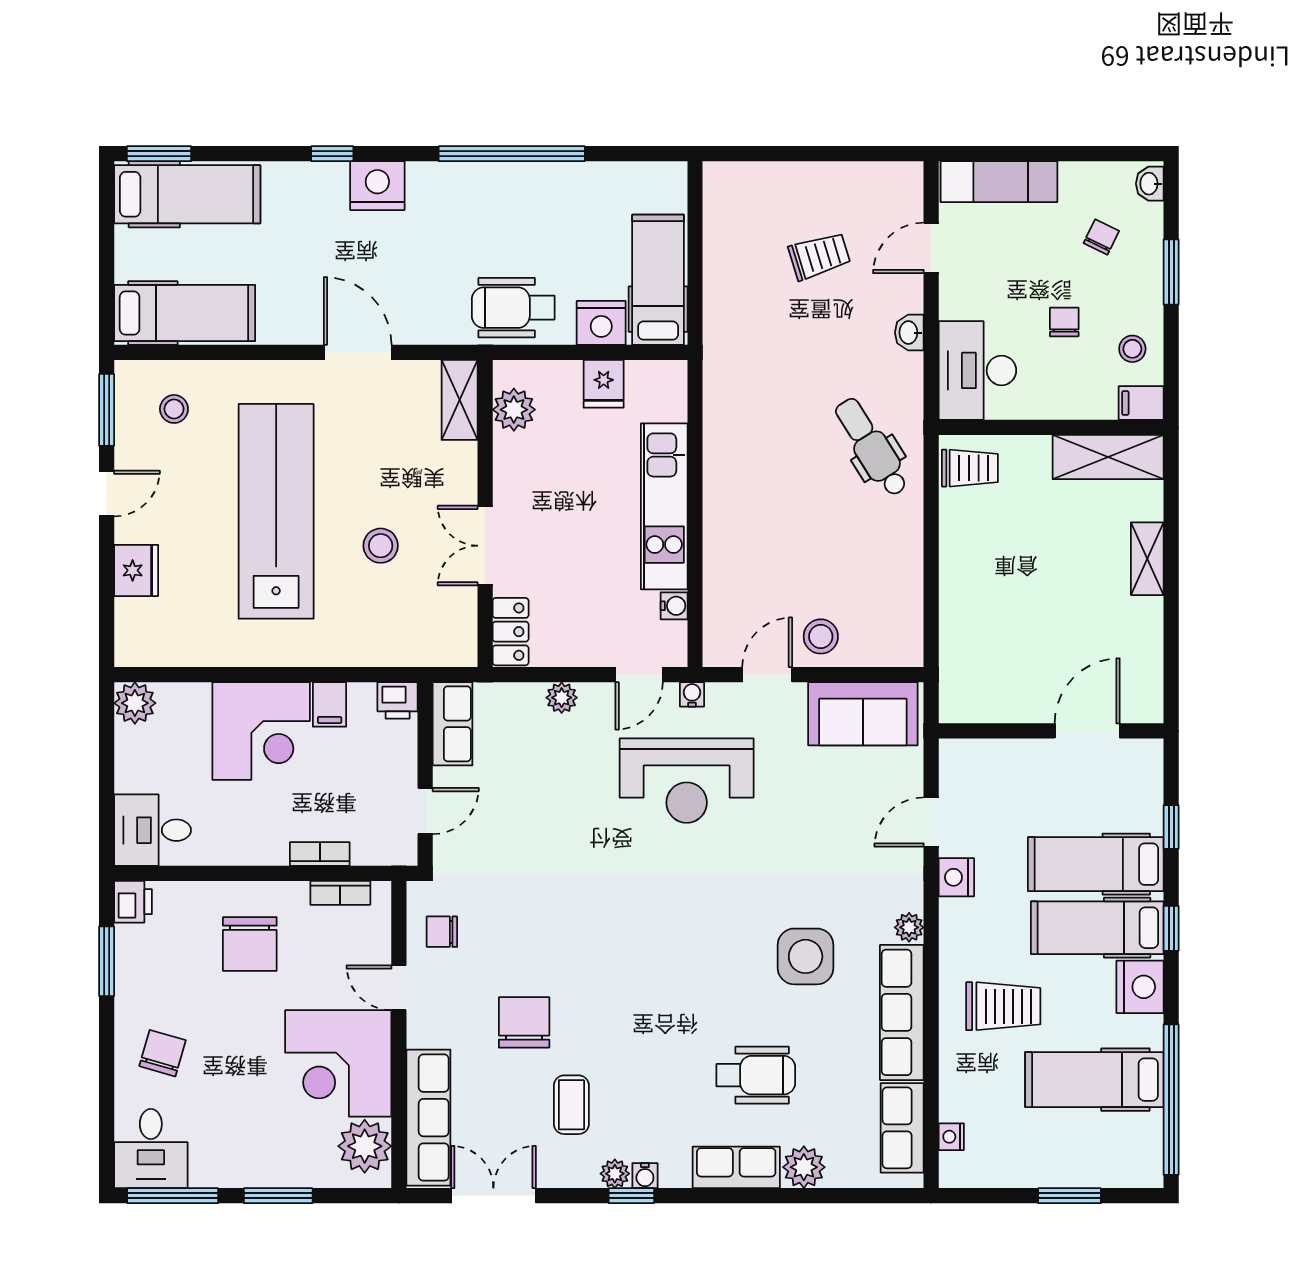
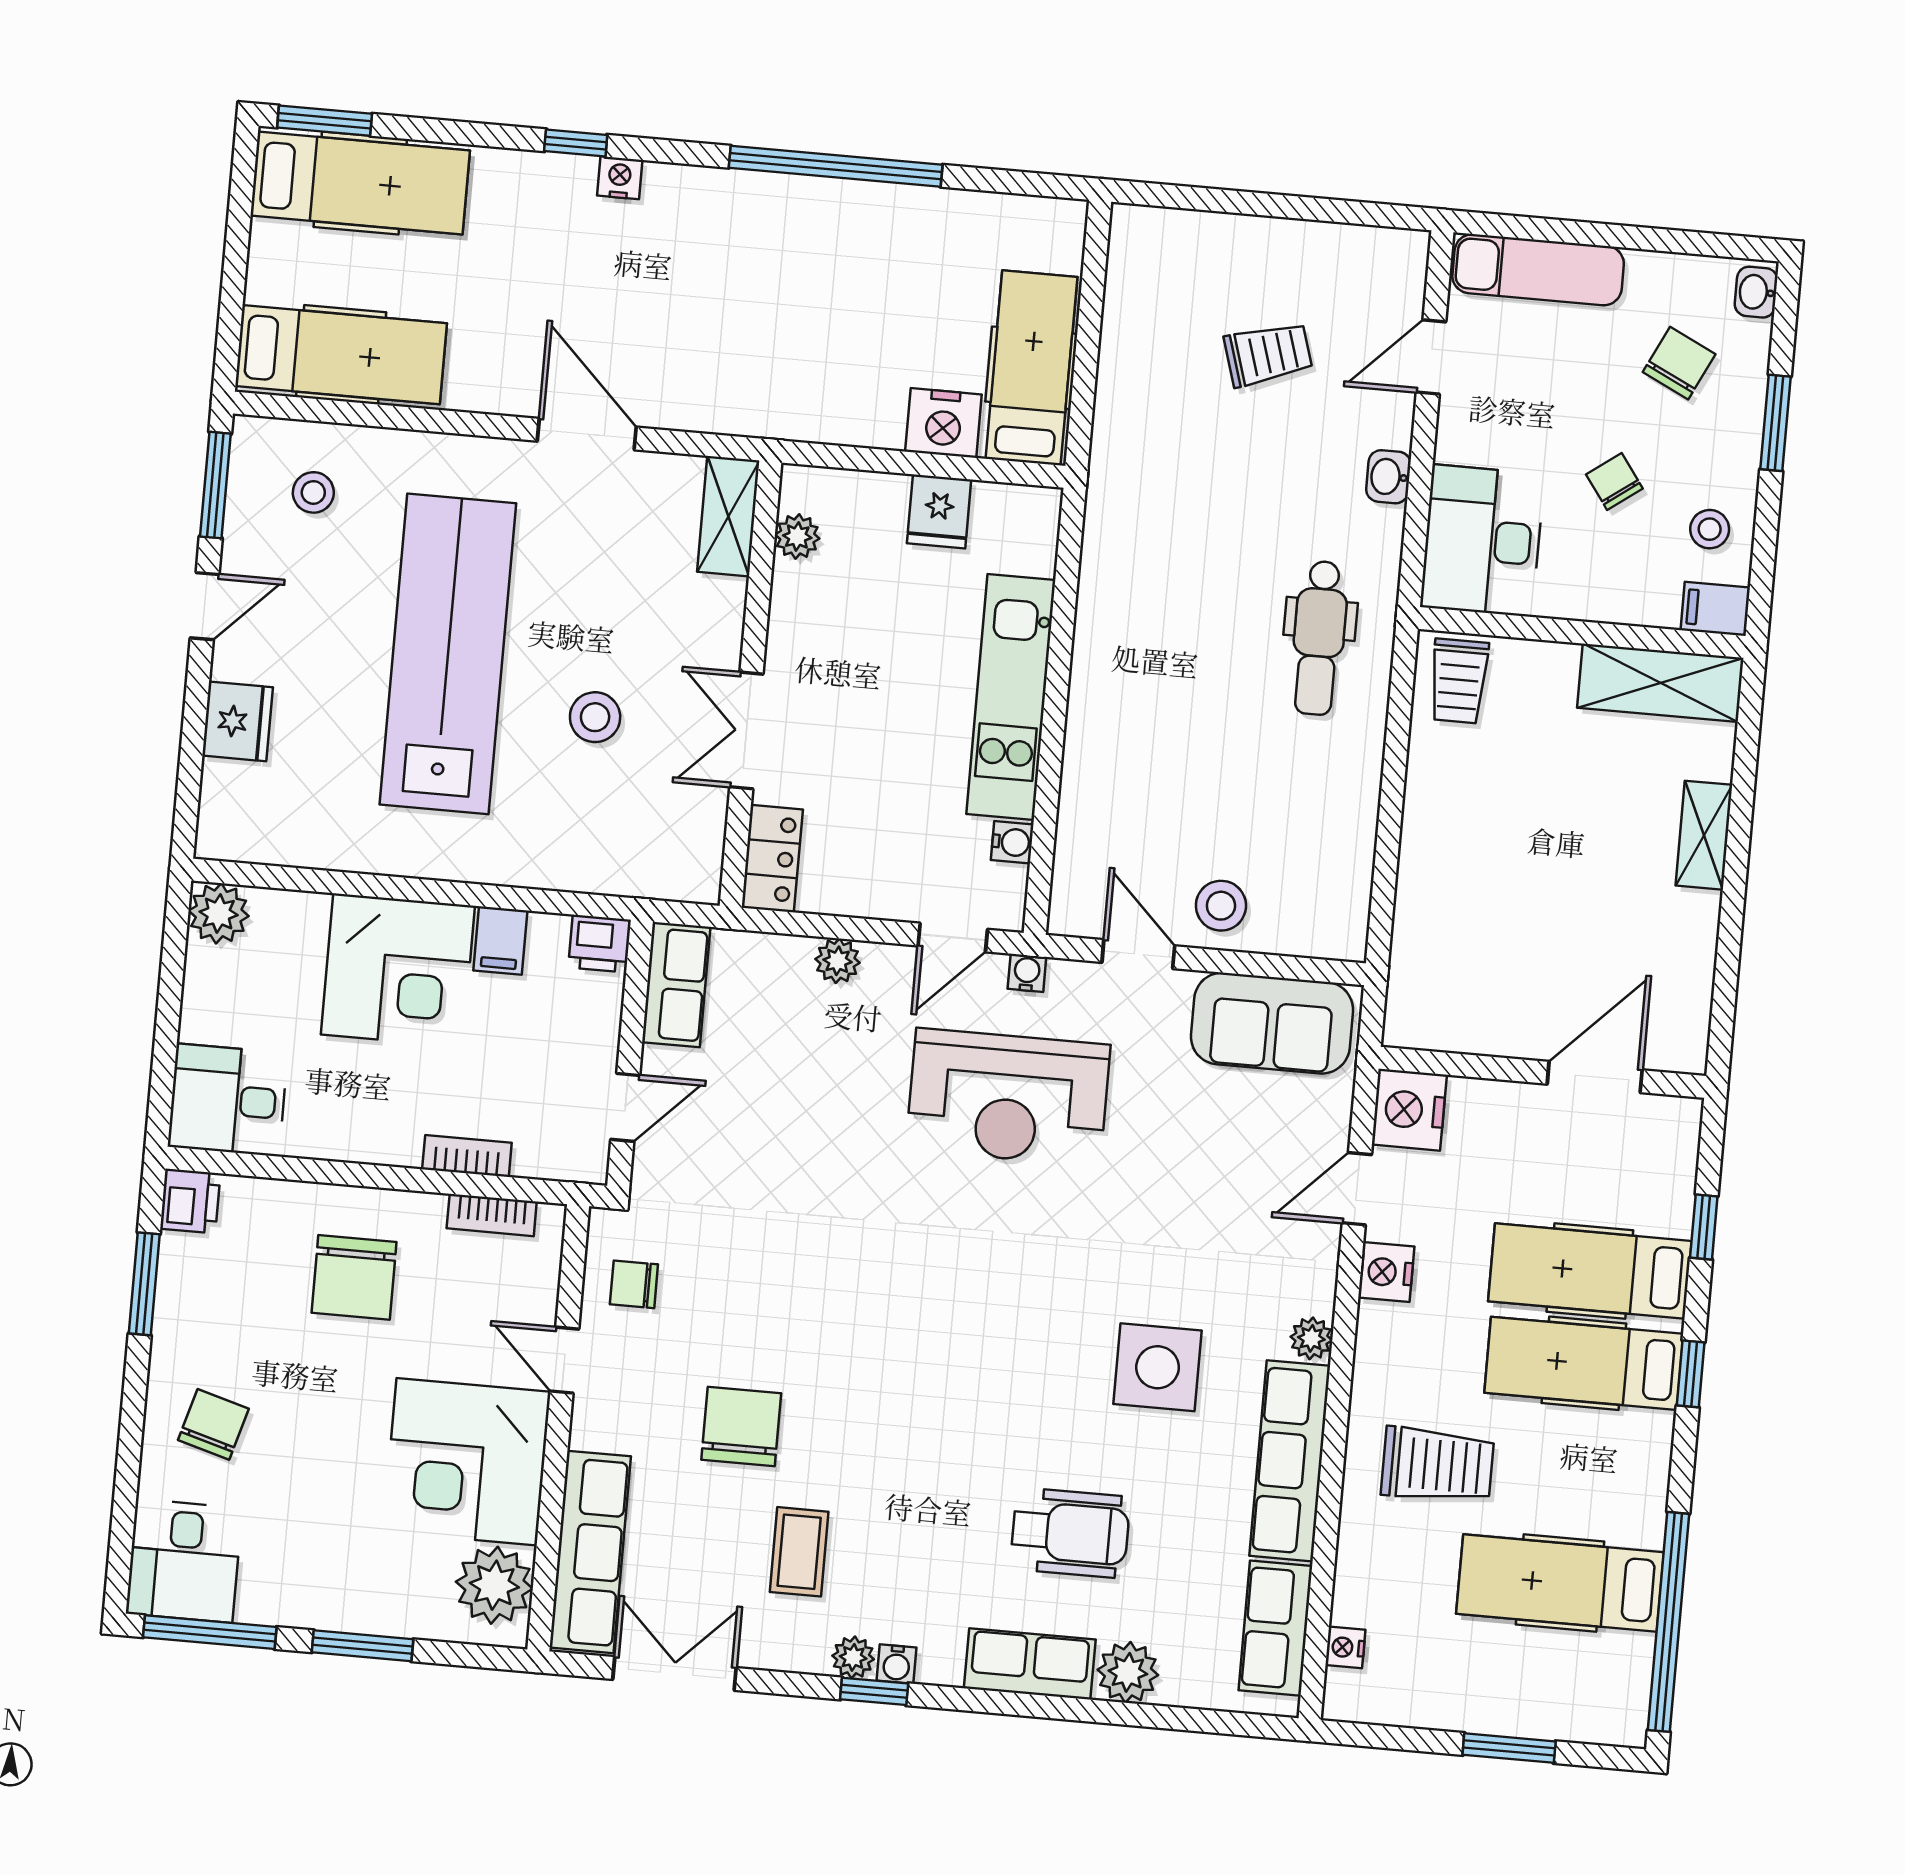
nightstand: (377, 186) -> (620, 178), width x0.53, depth x0.56
chair: (1101, 237) -> (1679, 363), width x1.37, depth x1.37
wheelchair: (513, 308) -> (818, 389), removed
chair: (1064, 322) -> (1614, 481), turned -36
plant: (514, 410) -> (797, 537), width x0.73, depth x0.73
dental chair: (871, 447) -> (1319, 638), turned -148
trolley: (970, 468) -> (1459, 681), turned 90
door: (767, 675) -> (1138, 954), hinge flipped
nightstand: (1140, 987) -> (1409, 1110), moved, turned 180

